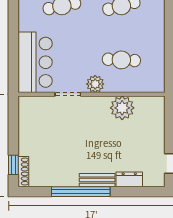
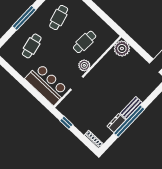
plant: (122, 108) -> (122, 48), moved
window: (13, 165) -> (66, 123), moved
dresser: (129, 179) -> (116, 123), moved

